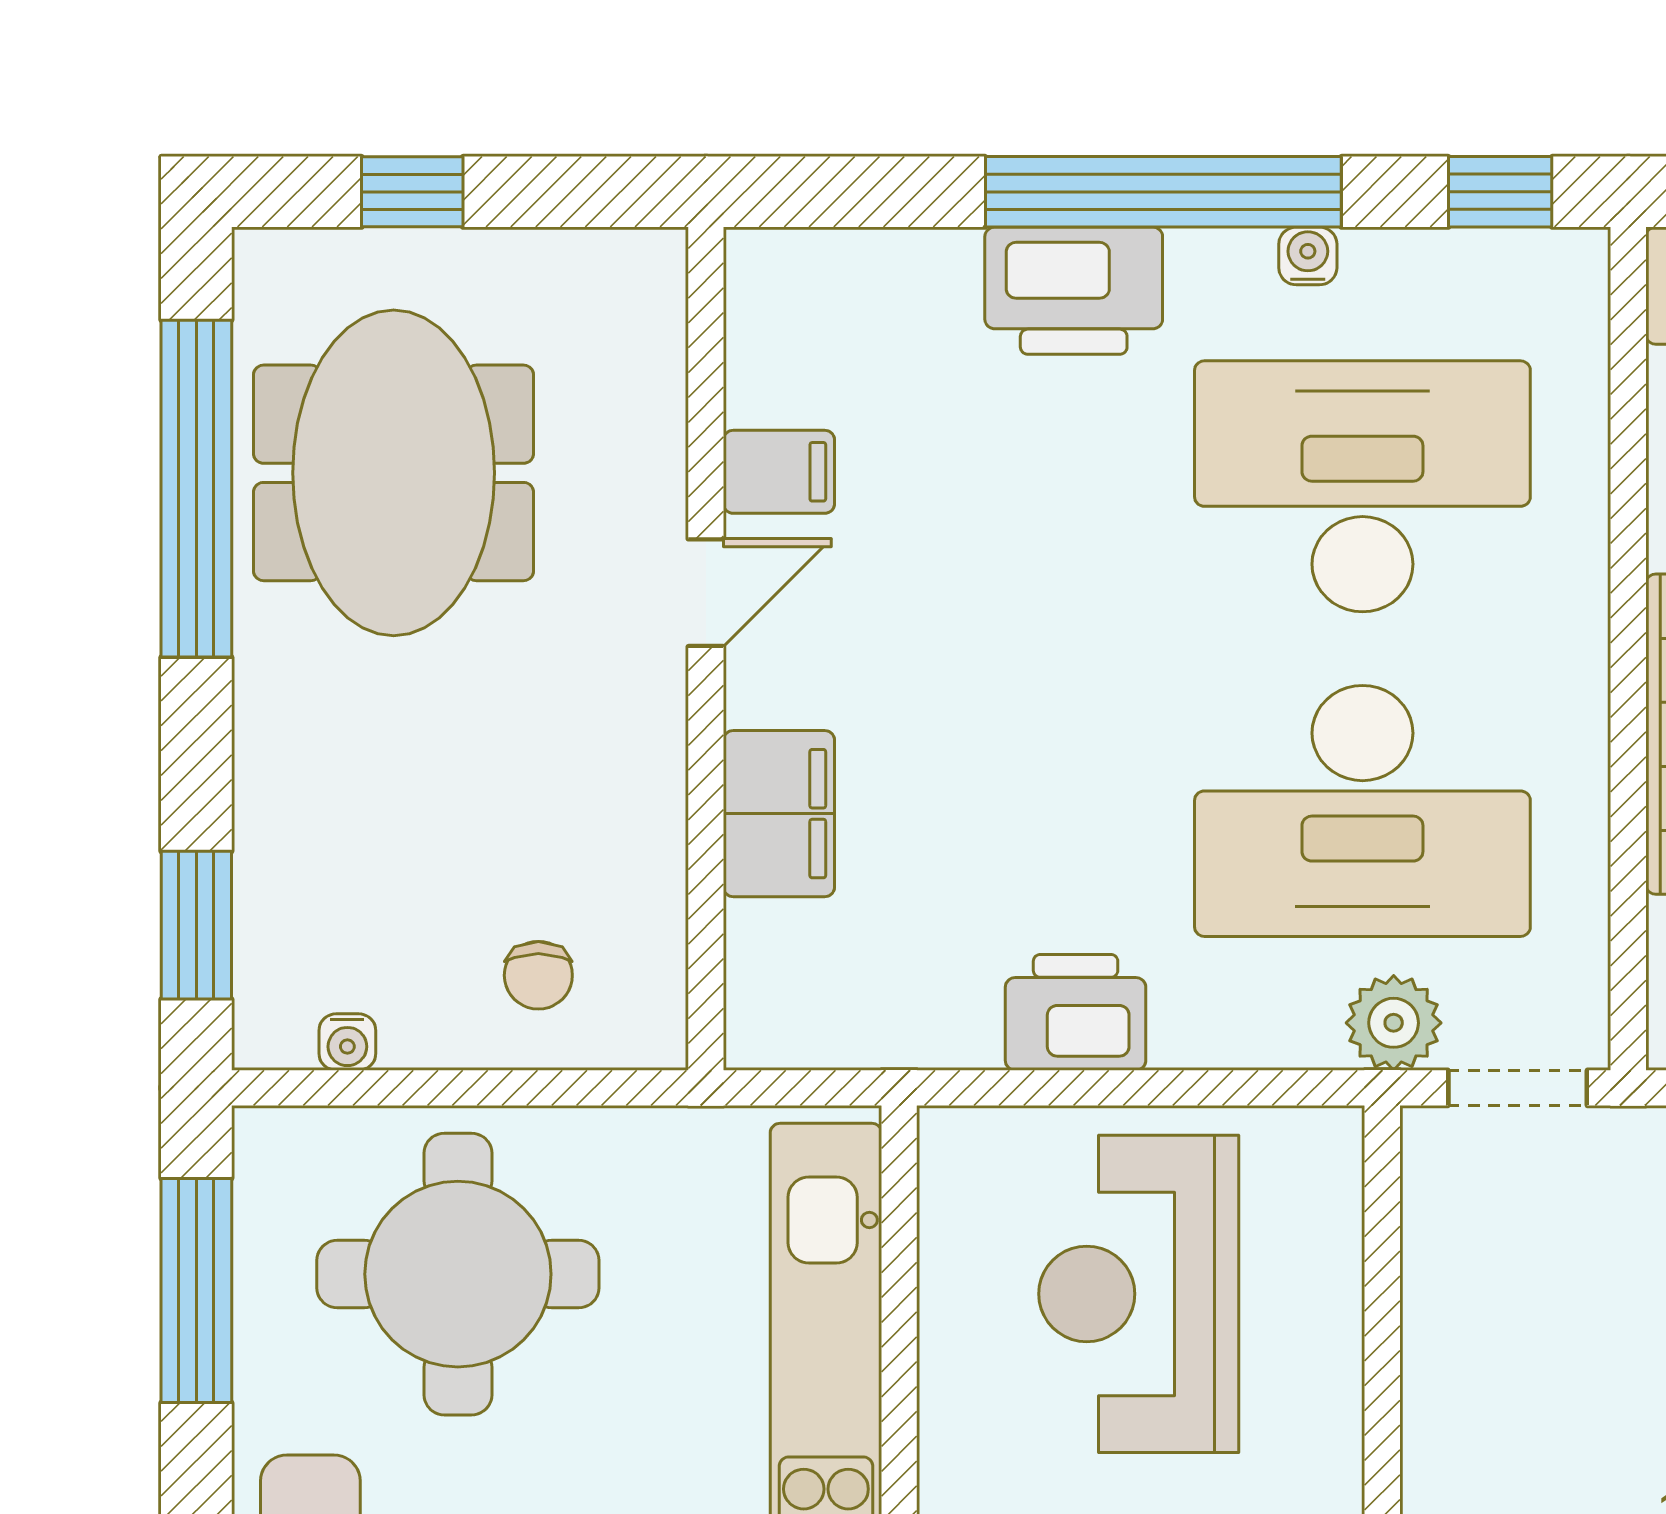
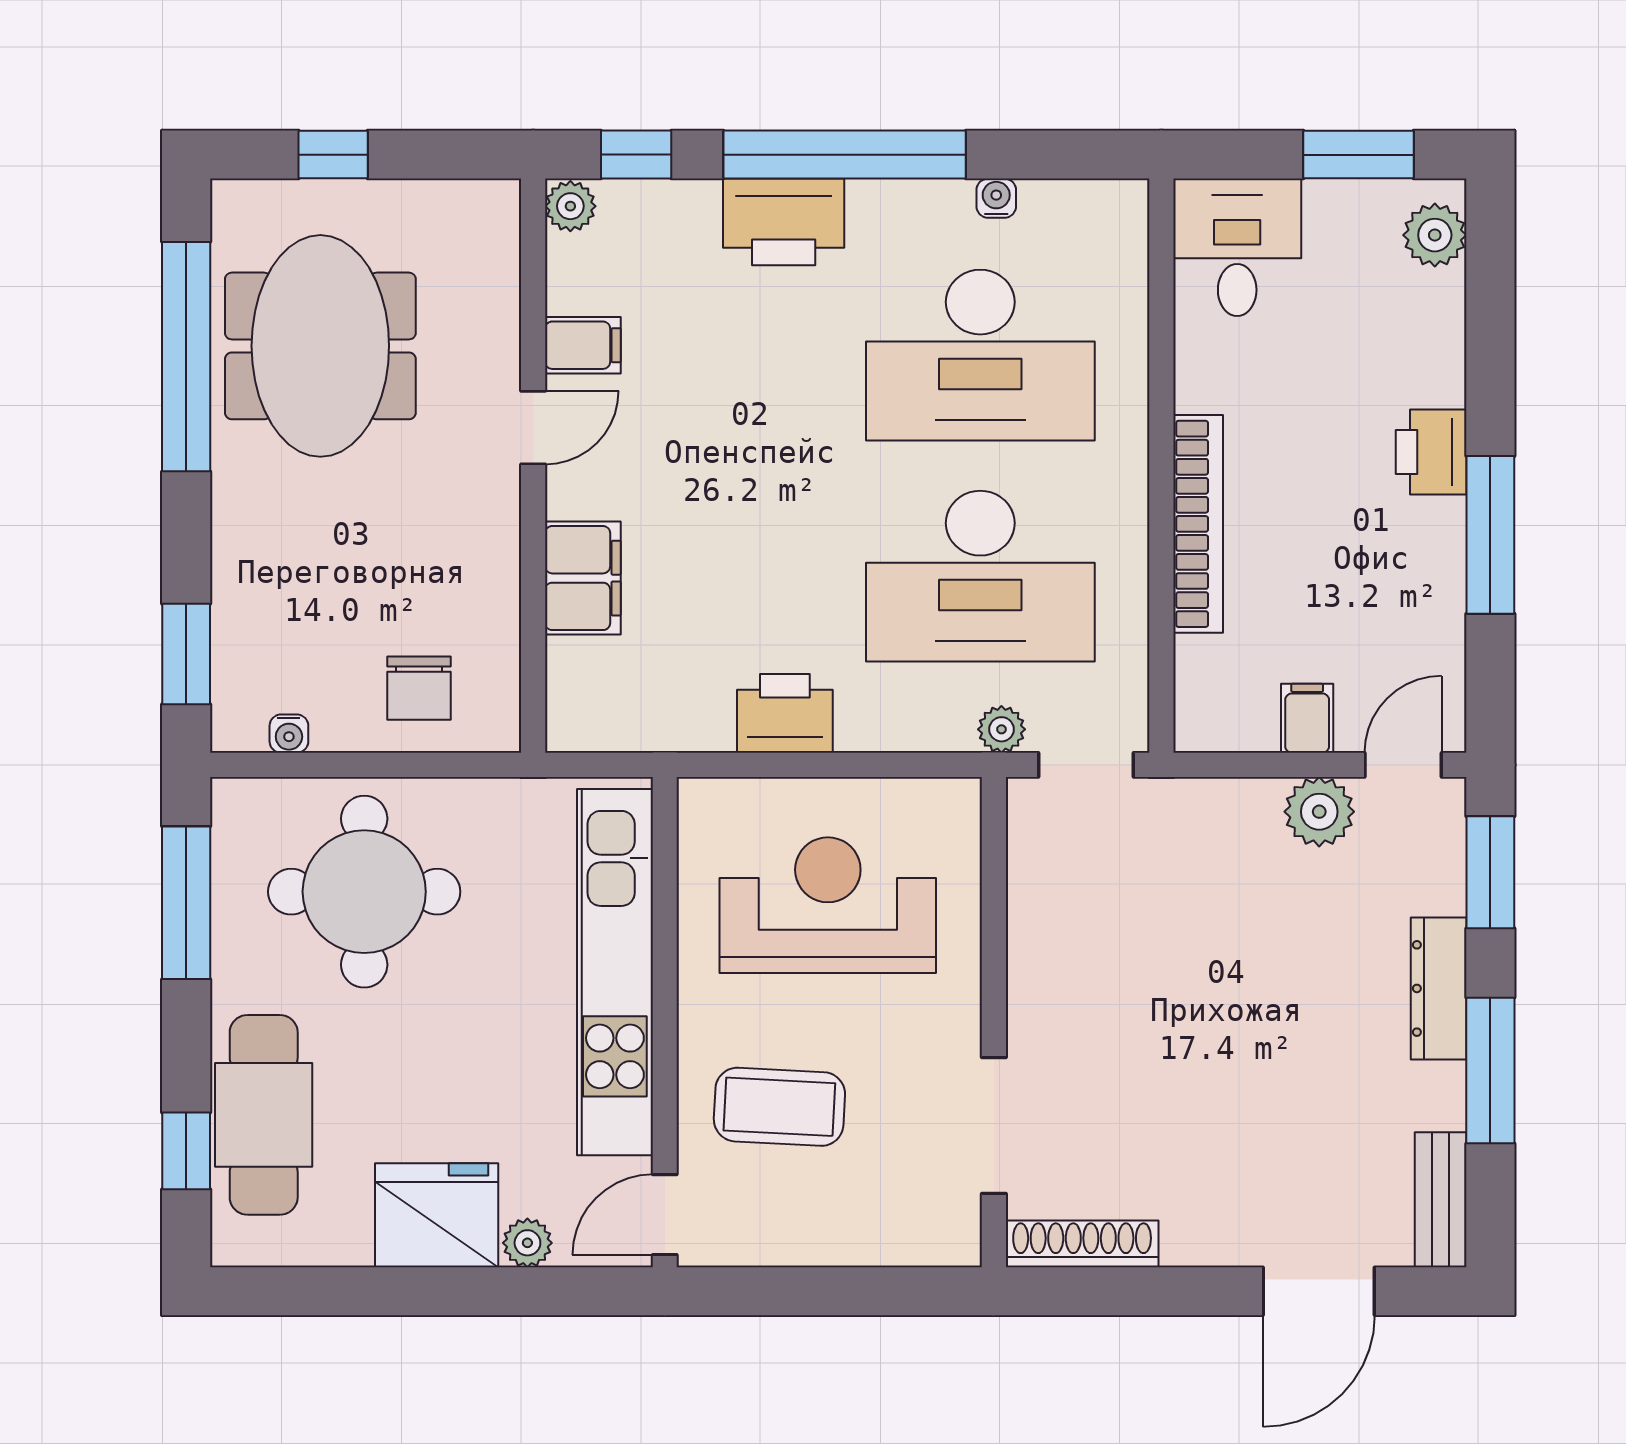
window: (1500, 192) -> (636, 155), moved
water cooler: (1308, 256) -> (996, 198), moved
plant: (761, 268) -> (570, 206), added
desk: (1362, 486) -> (980, 355), turned 180
chair: (538, 975) -> (419, 688), width x1.37, depth x1.37
plant: (1394, 1023) -> (1001, 729), width x0.73, depth x0.73
reception desk: (1139, 1294) -> (828, 905), turned 90

